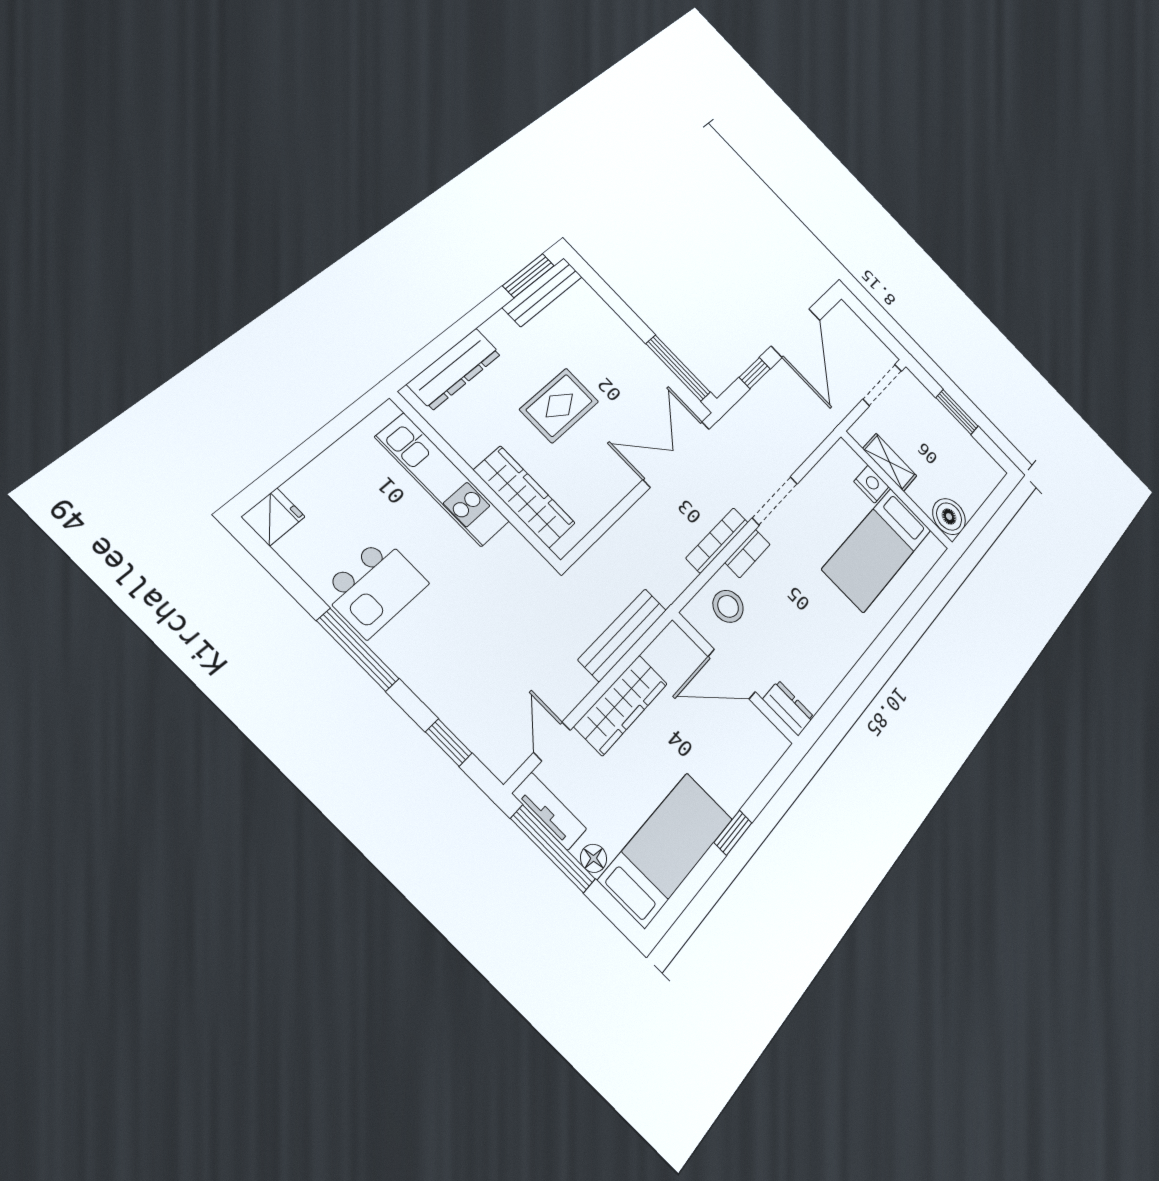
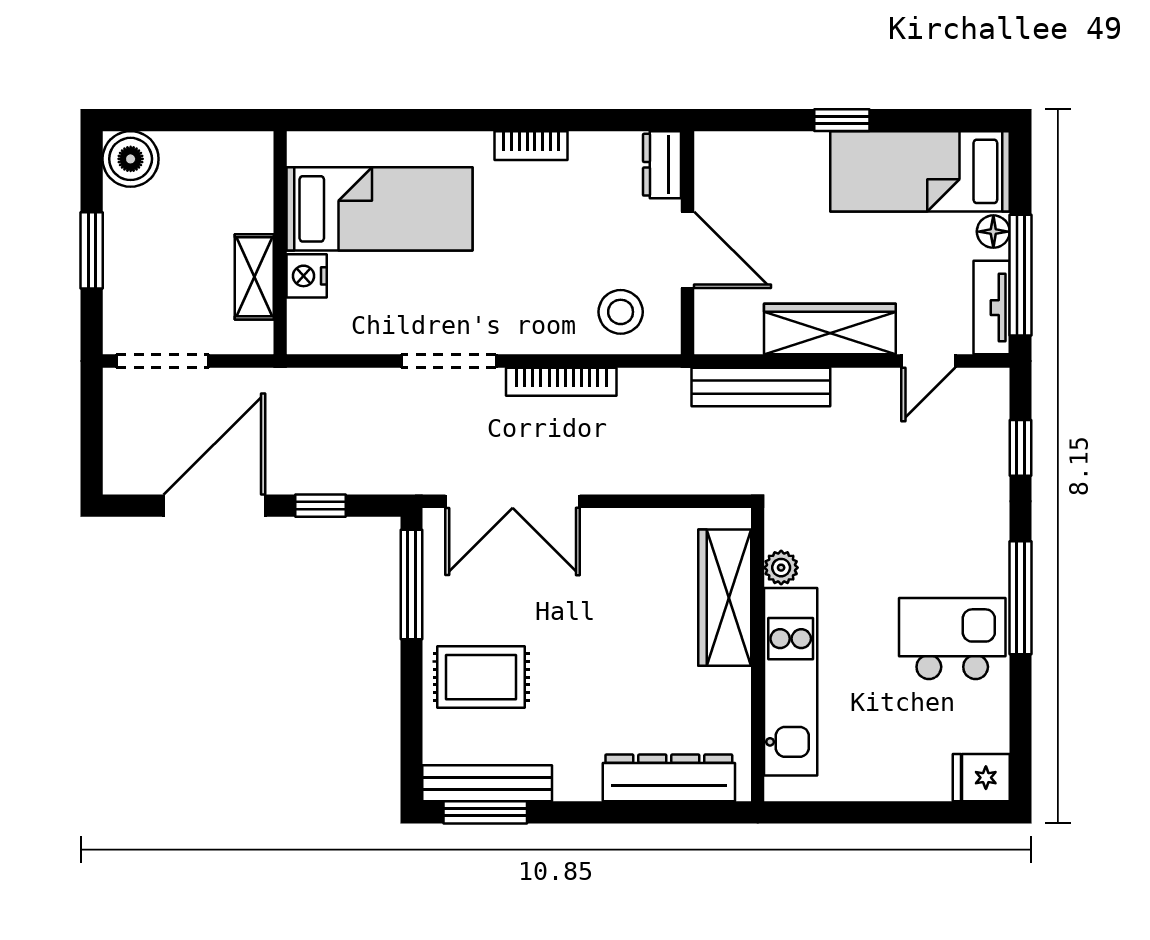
rug: (559, 405) -> (481, 677), moved
boiler: (949, 517) -> (131, 159), moved
plant: (512, 541) -> (781, 568), added
bookcase: (748, 553) -> (531, 146), moved, turned 180

